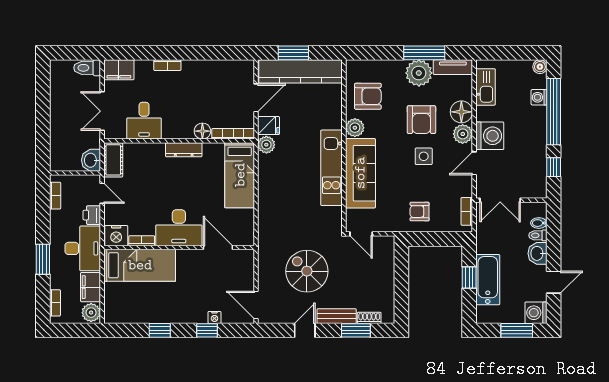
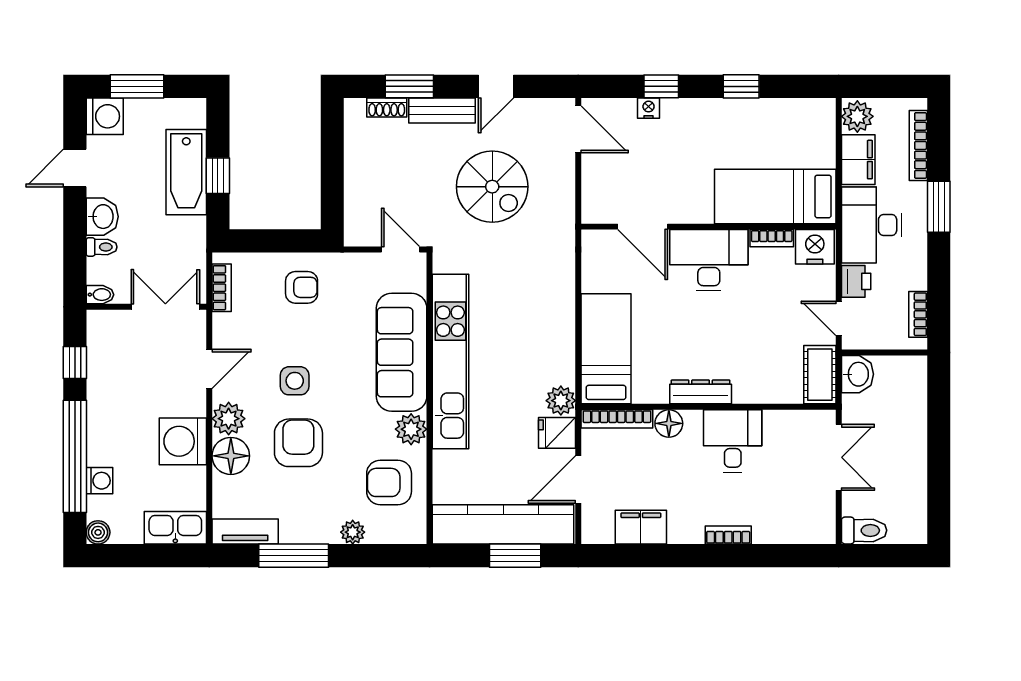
filing cabinet: (119, 70) -> (641, 527), moved
plant: (419, 73) -> (353, 532), moved, width x0.53, depth x0.53
kitchen sink: (486, 87) -> (175, 528), moved, turned 90
desk: (144, 121) -> (733, 441), moved
washing machine: (490, 136) -> (183, 441), moved
kitchen unit: (332, 168) -> (450, 361), width x1.36
bidet: (539, 223) -> (100, 295), moved
bookcase: (55, 303) -> (918, 145), width x1.56

